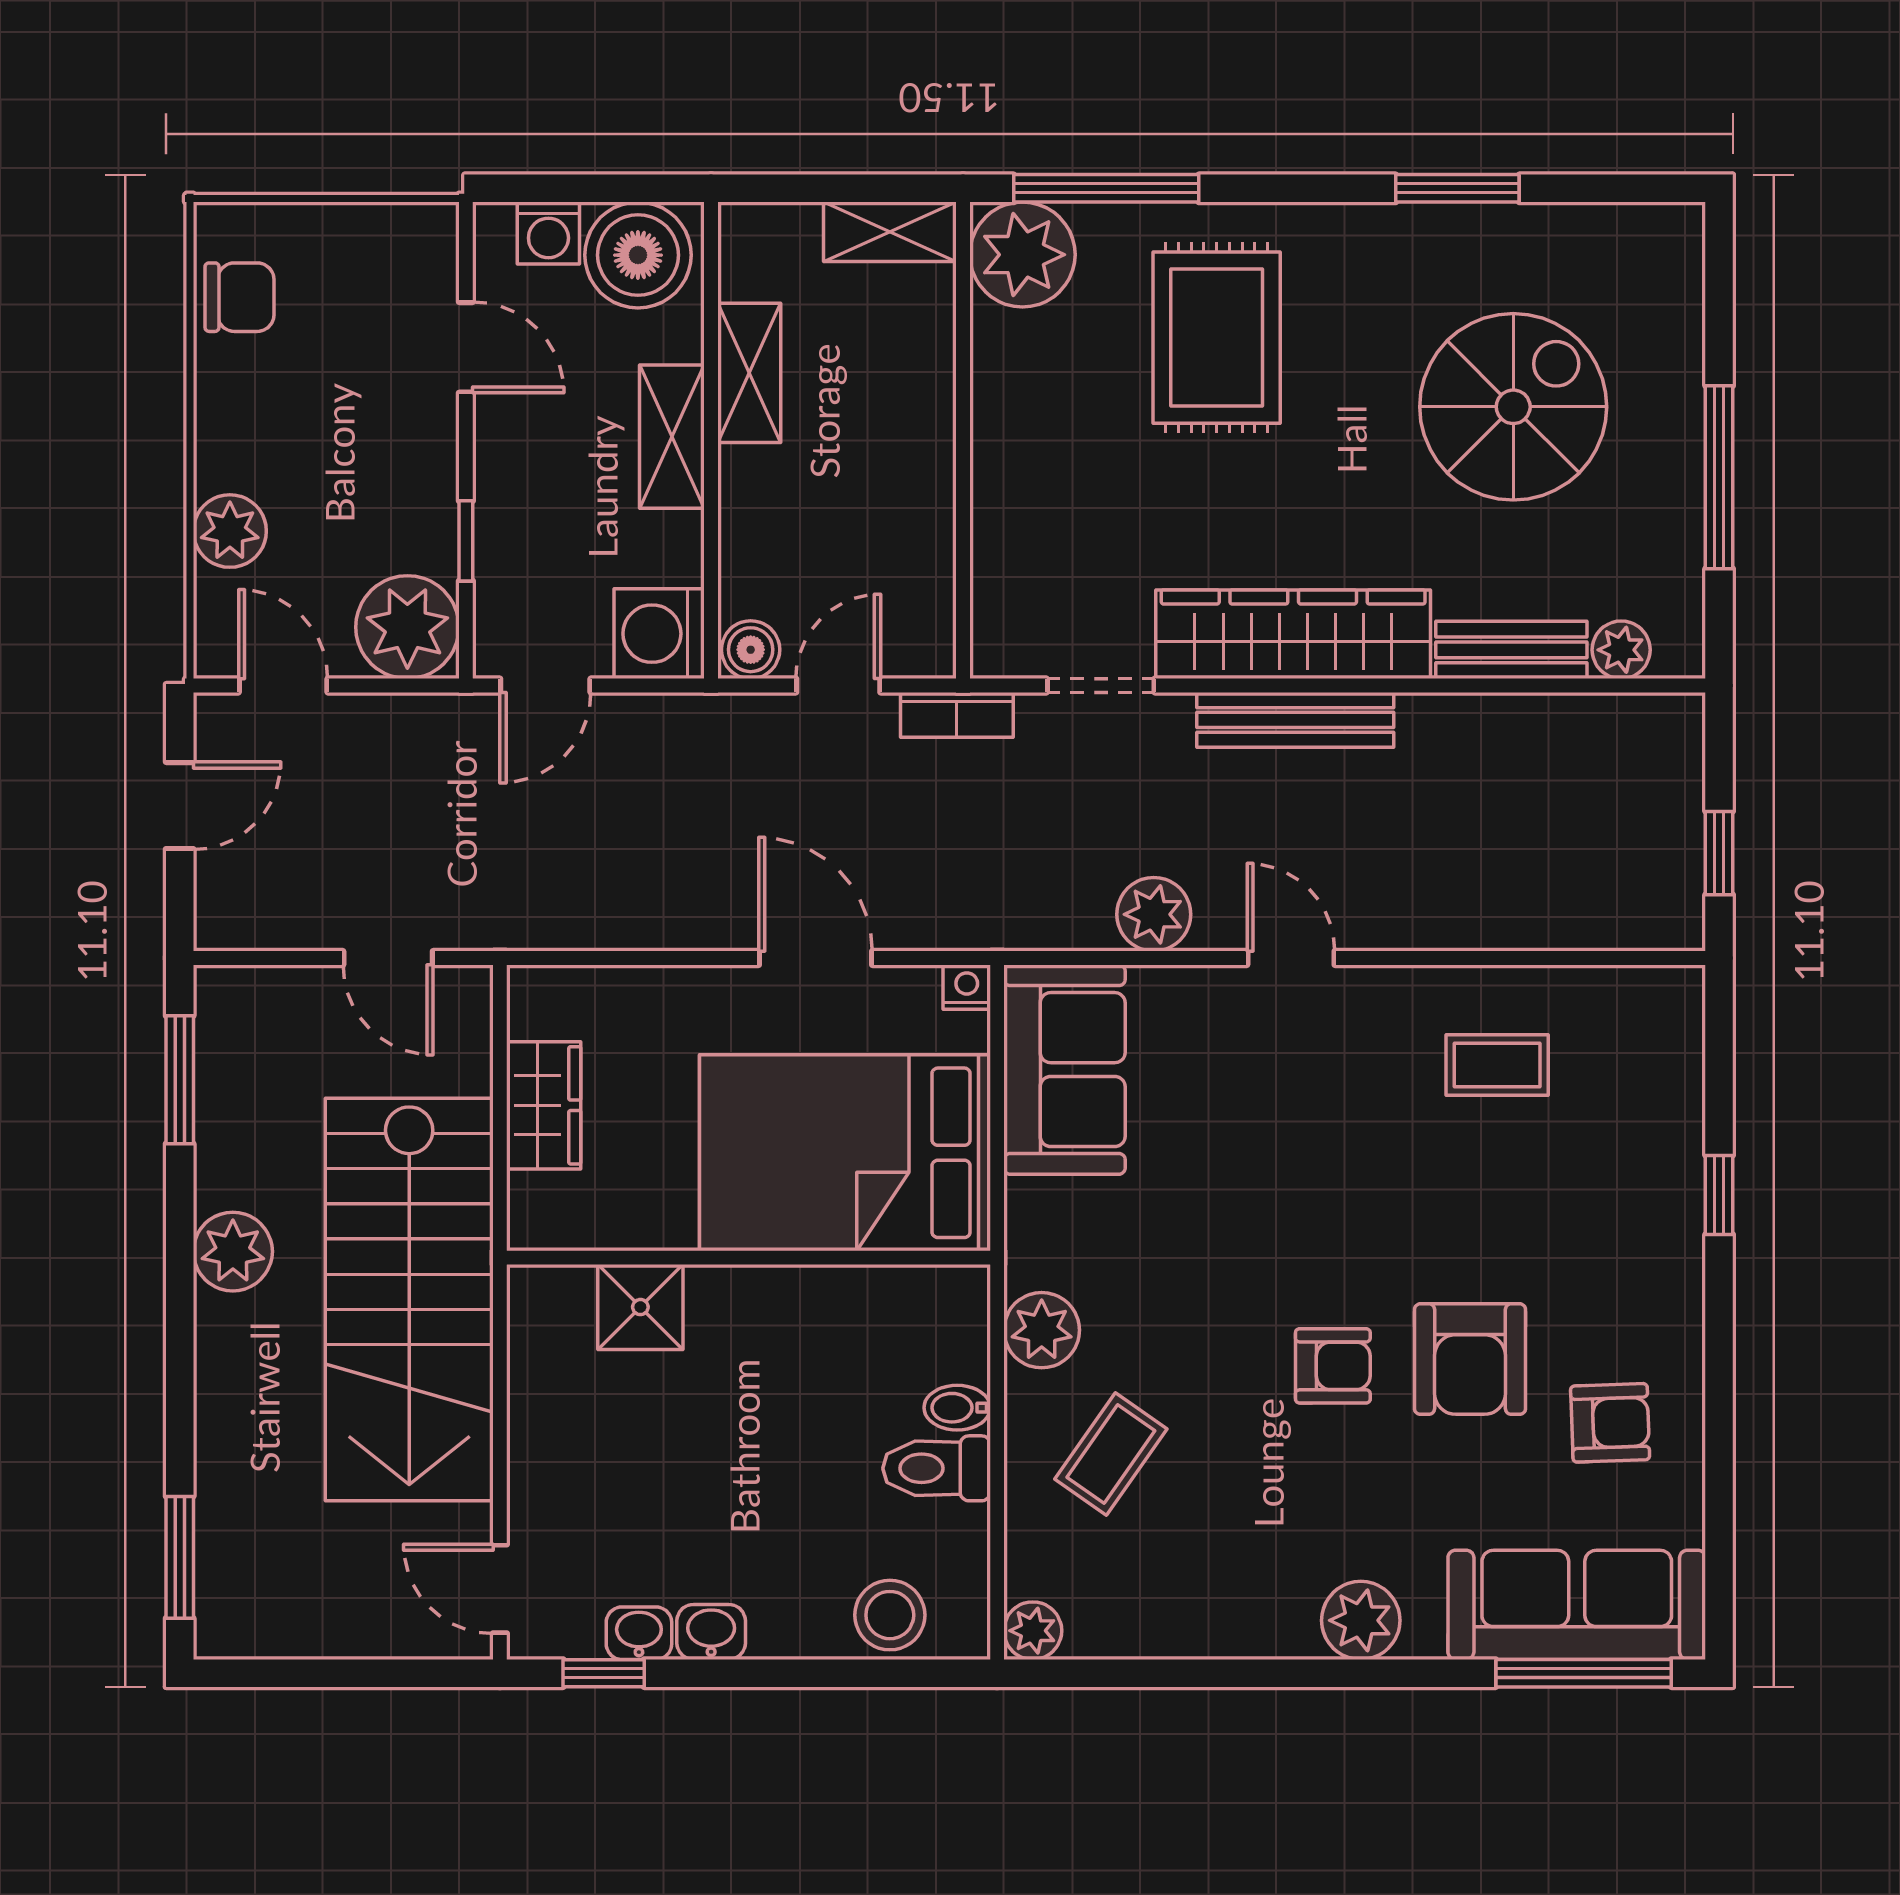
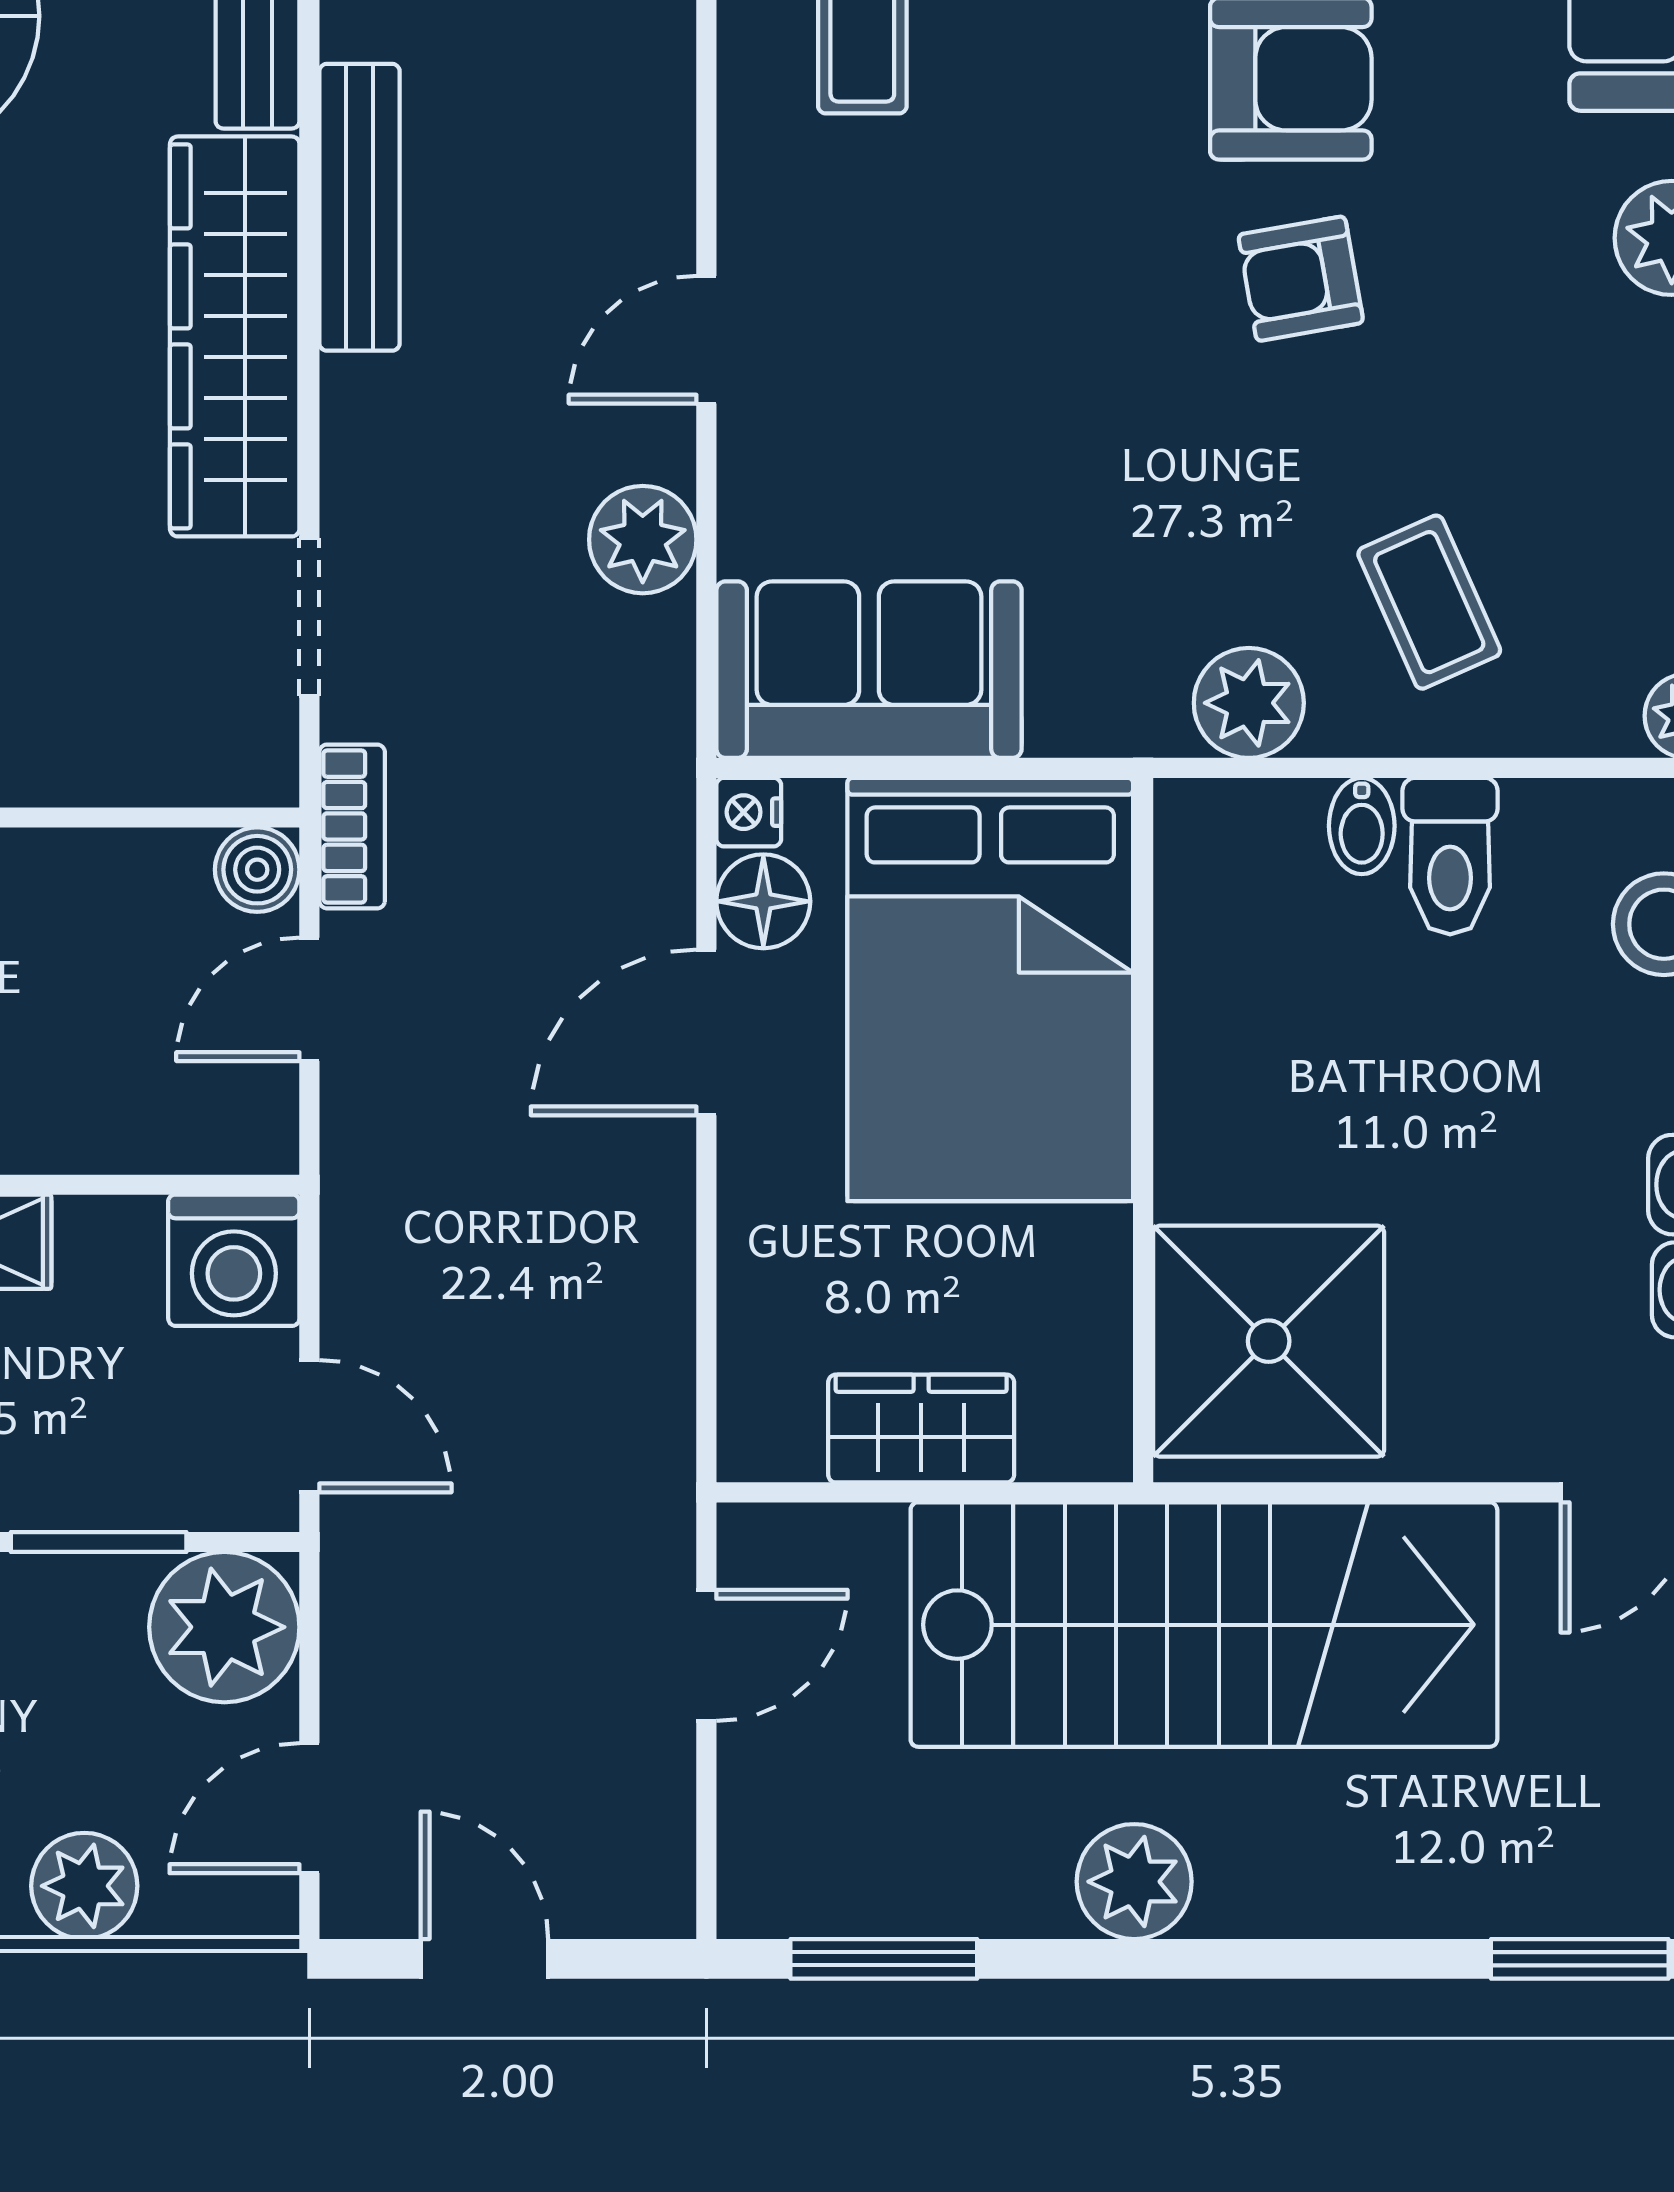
window: (466, 541) -> (99, 1542), width x1.50
boiler: (751, 650) -> (257, 870), moved
door: (838, 686) -> (309, 999), hinge flipped
bench: (1295, 720) -> (360, 207), moved
floor lamp: (905, 997) -> (763, 901), added
shower: (640, 1307) -> (1269, 1341), width x1.86, depth x1.86
armchair: (1333, 1366) -> (1301, 279), turned -100
coffee table: (1111, 1454) -> (1429, 602), turned 31

